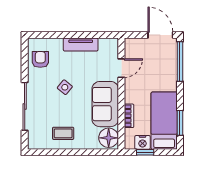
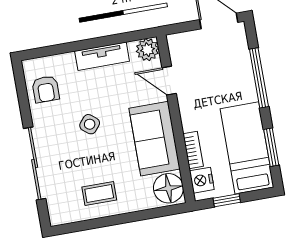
plant: (111, 46) -> (147, 50), added
armchair: (40, 59) -> (46, 89), turned 180
window: (180, 62) -> (259, 78), moved
door: (121, 68) -> (169, 81), swing flipped
nightstand: (142, 142) -> (202, 180), moved, turned 90

